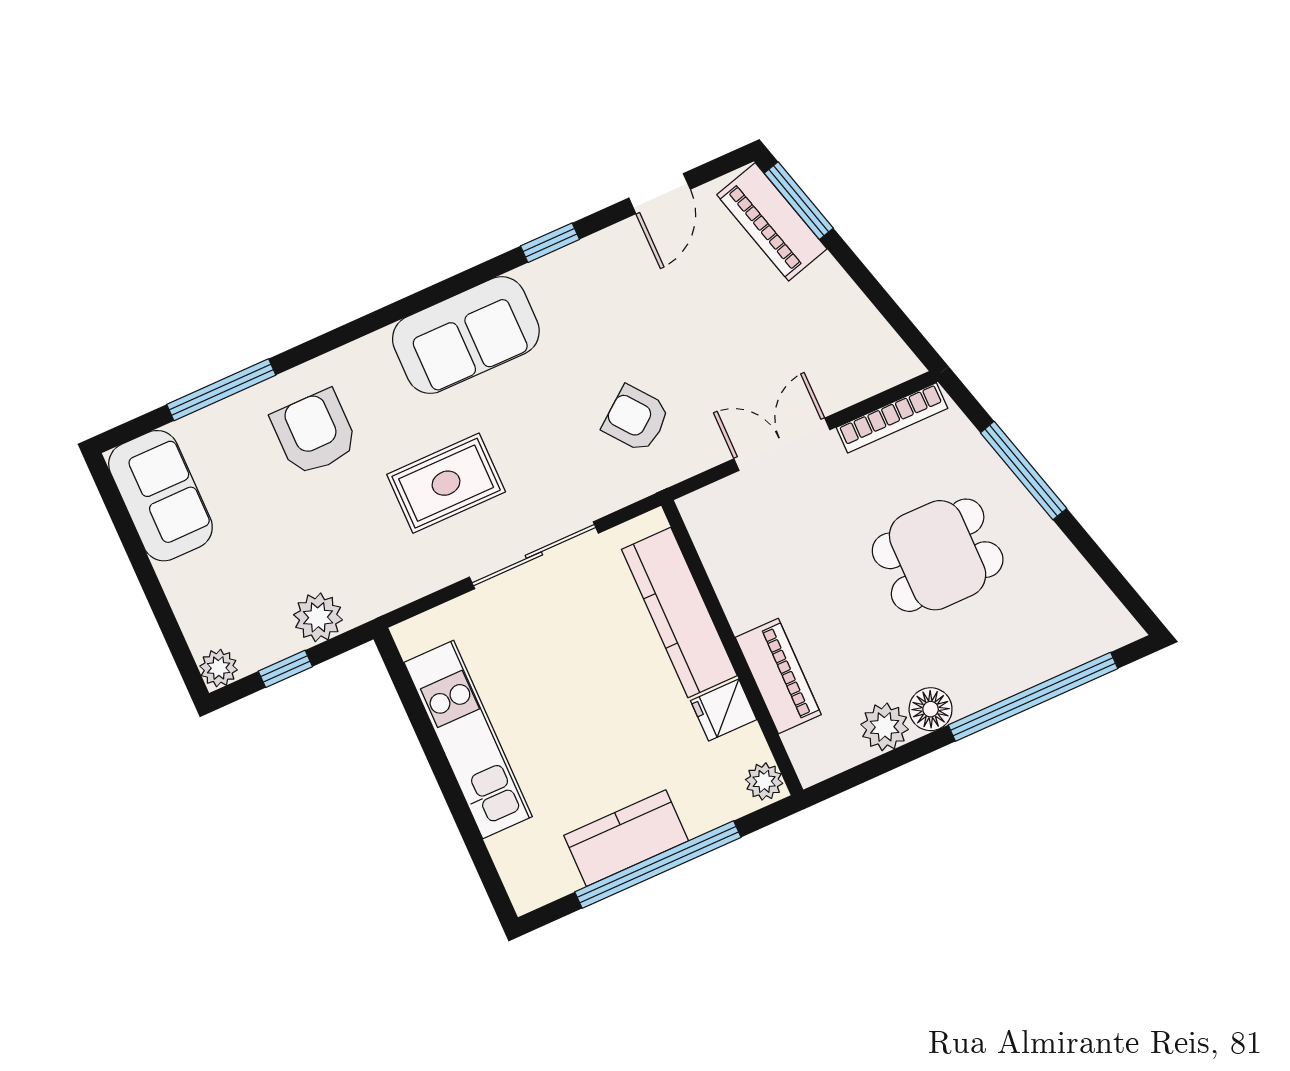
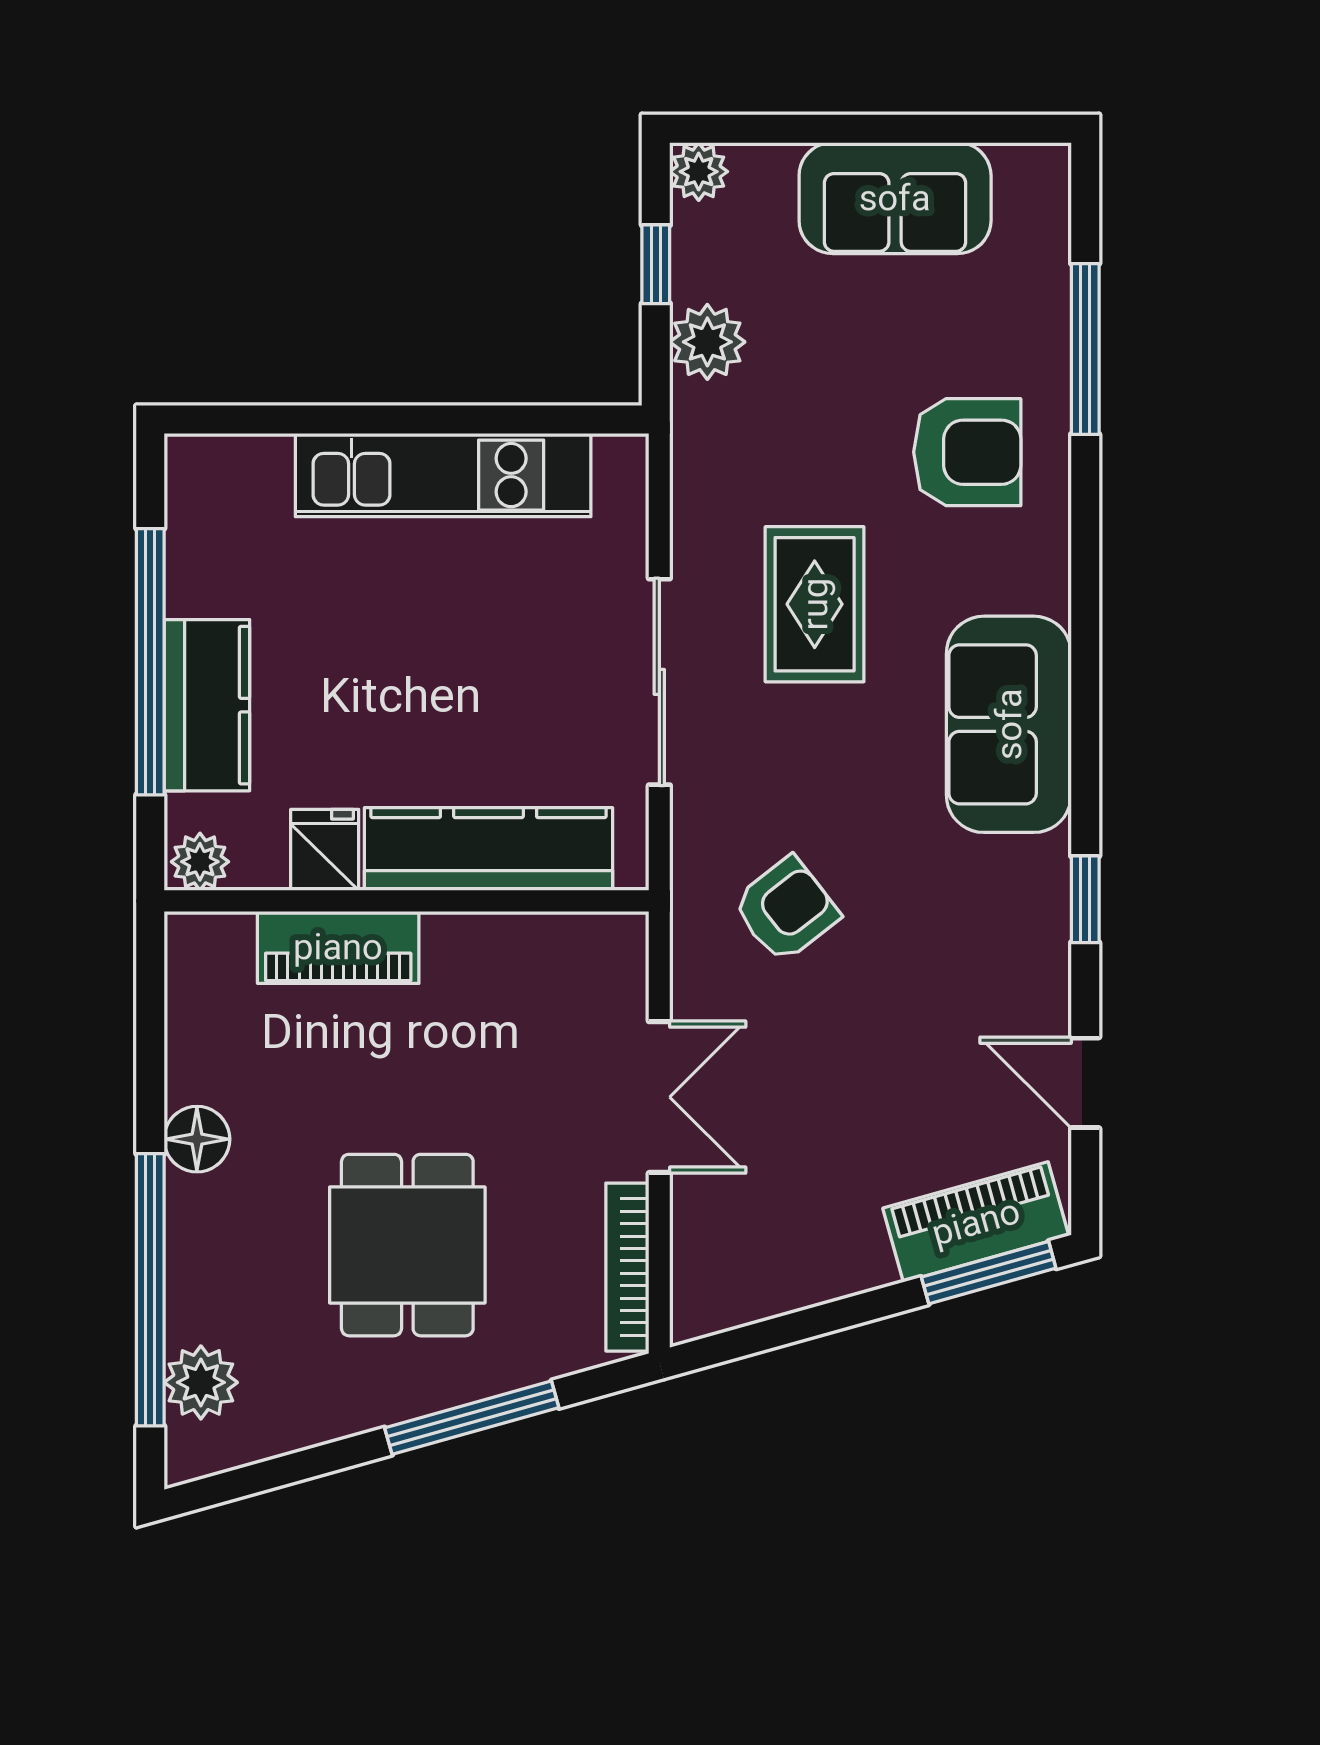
sofa: (160, 496) -> (895, 198), moved
plant: (885, 727) -> (201, 1382), moved
kitchen counter: (626, 838) -> (207, 705), moved

